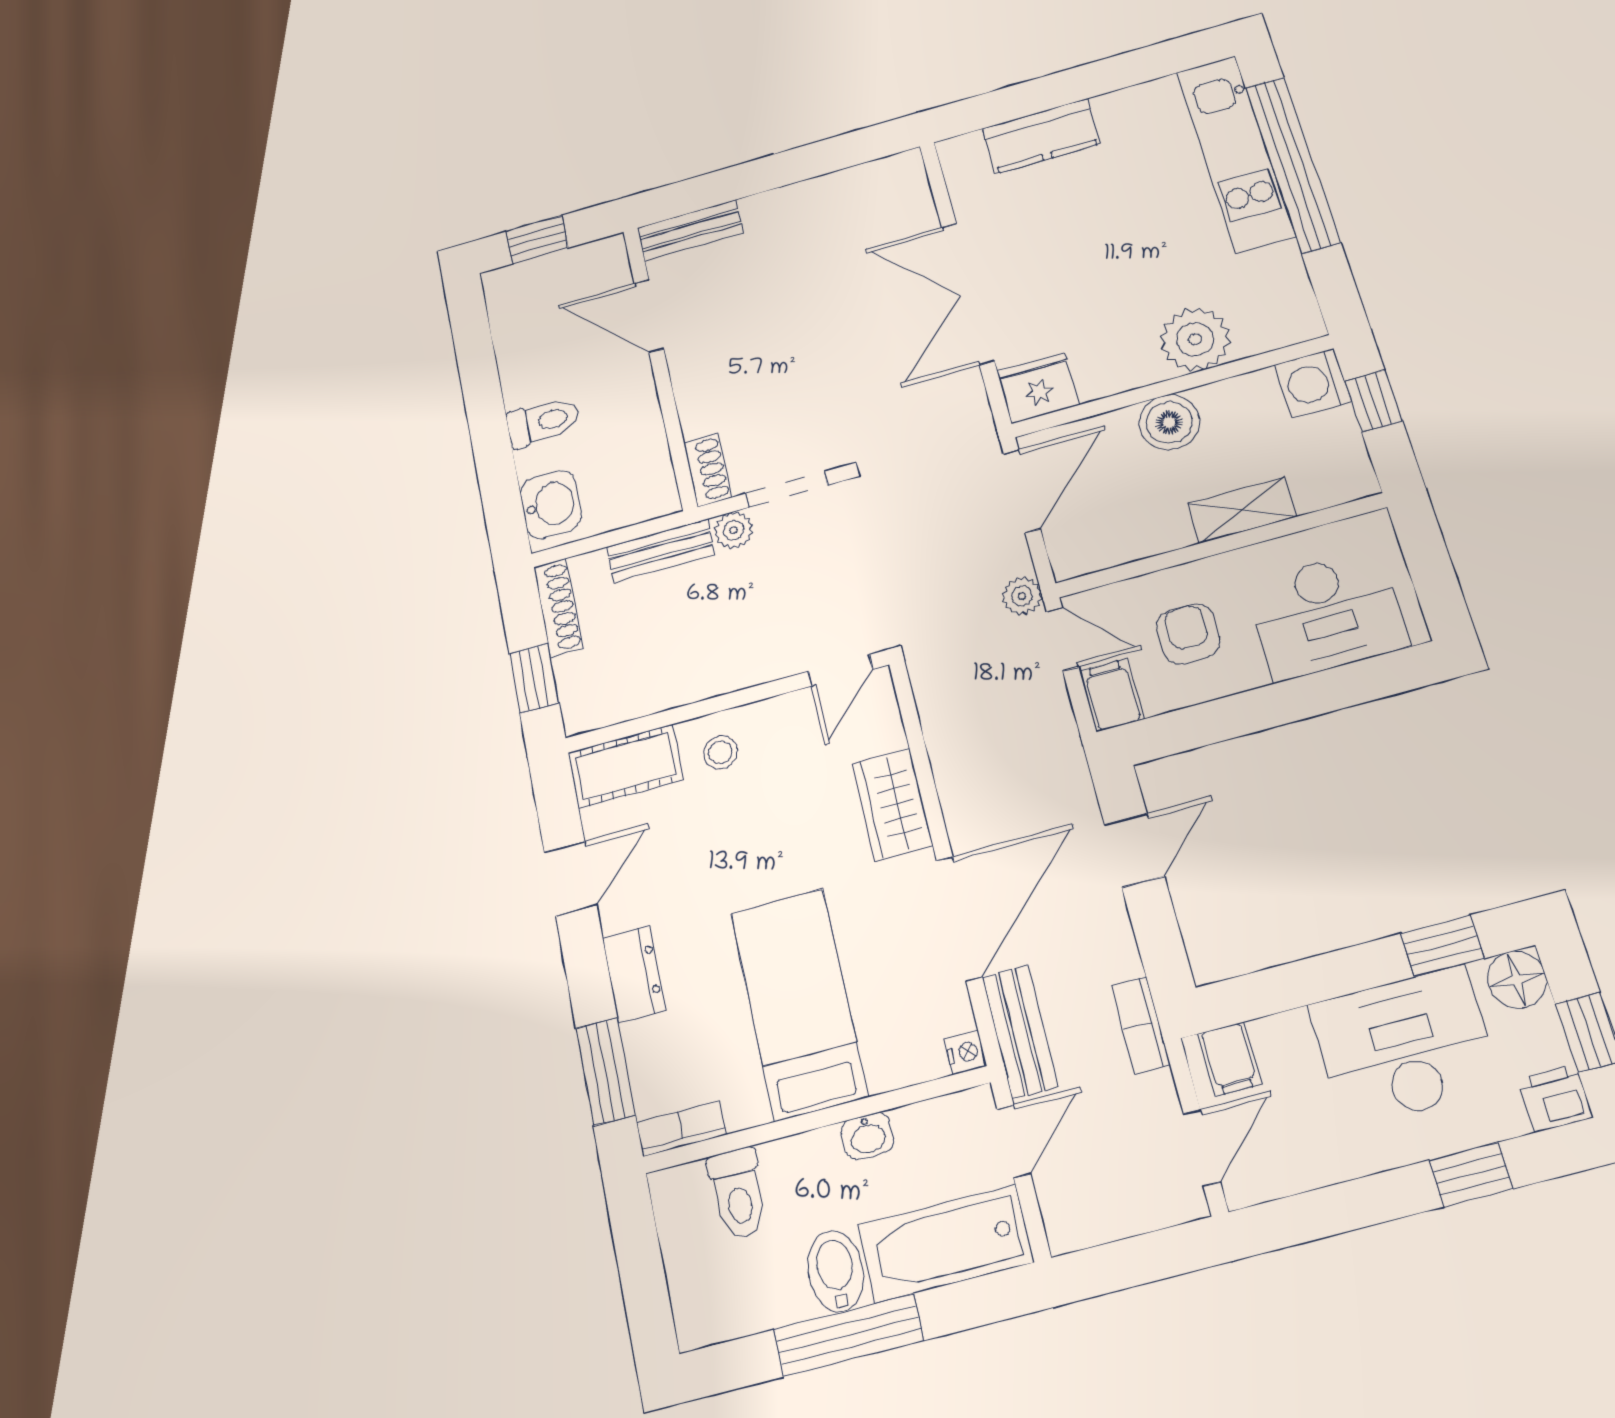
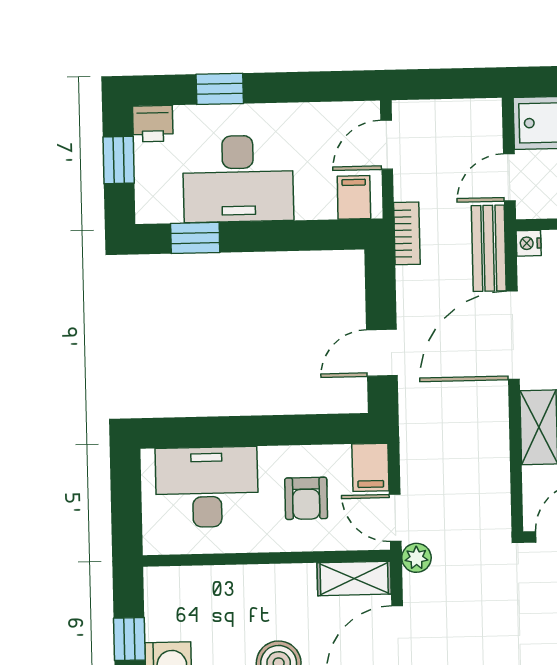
shelving: (1242, 510) -> (354, 578), moved
floor lamp: (1517, 980) -> (154, 204), removed

